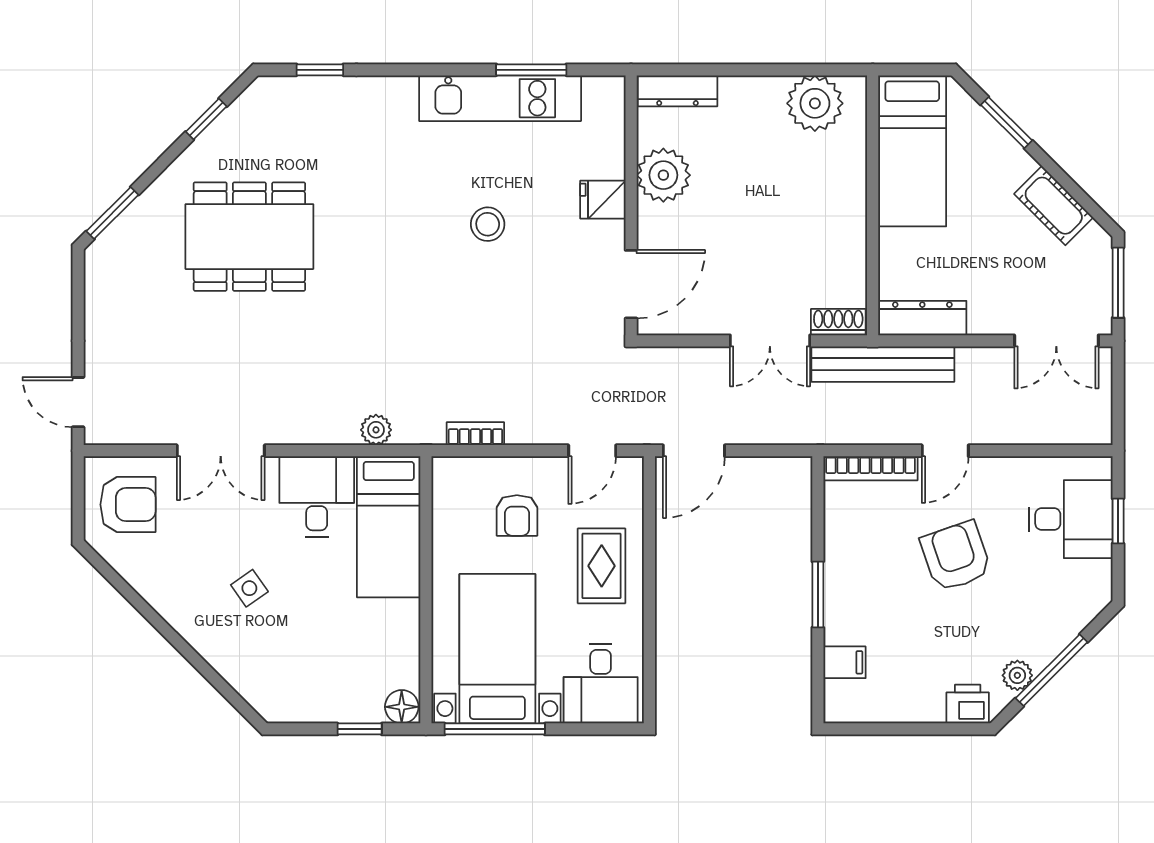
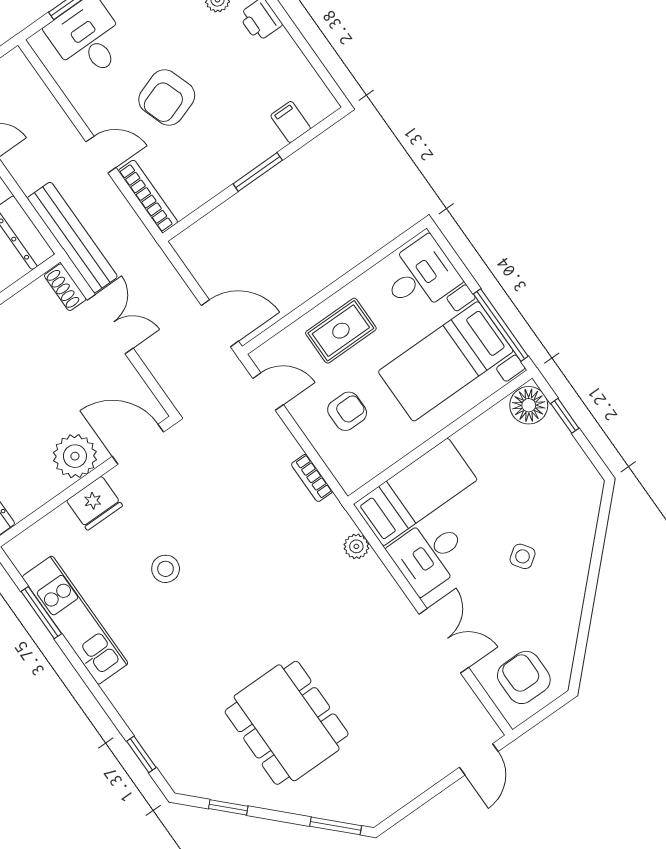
plant: (663, 175) -> (75, 456), moved
fridge: (603, 200) -> (94, 503), width x1.38
floor lamp: (402, 707) -> (529, 405), width x1.38, depth x1.38

